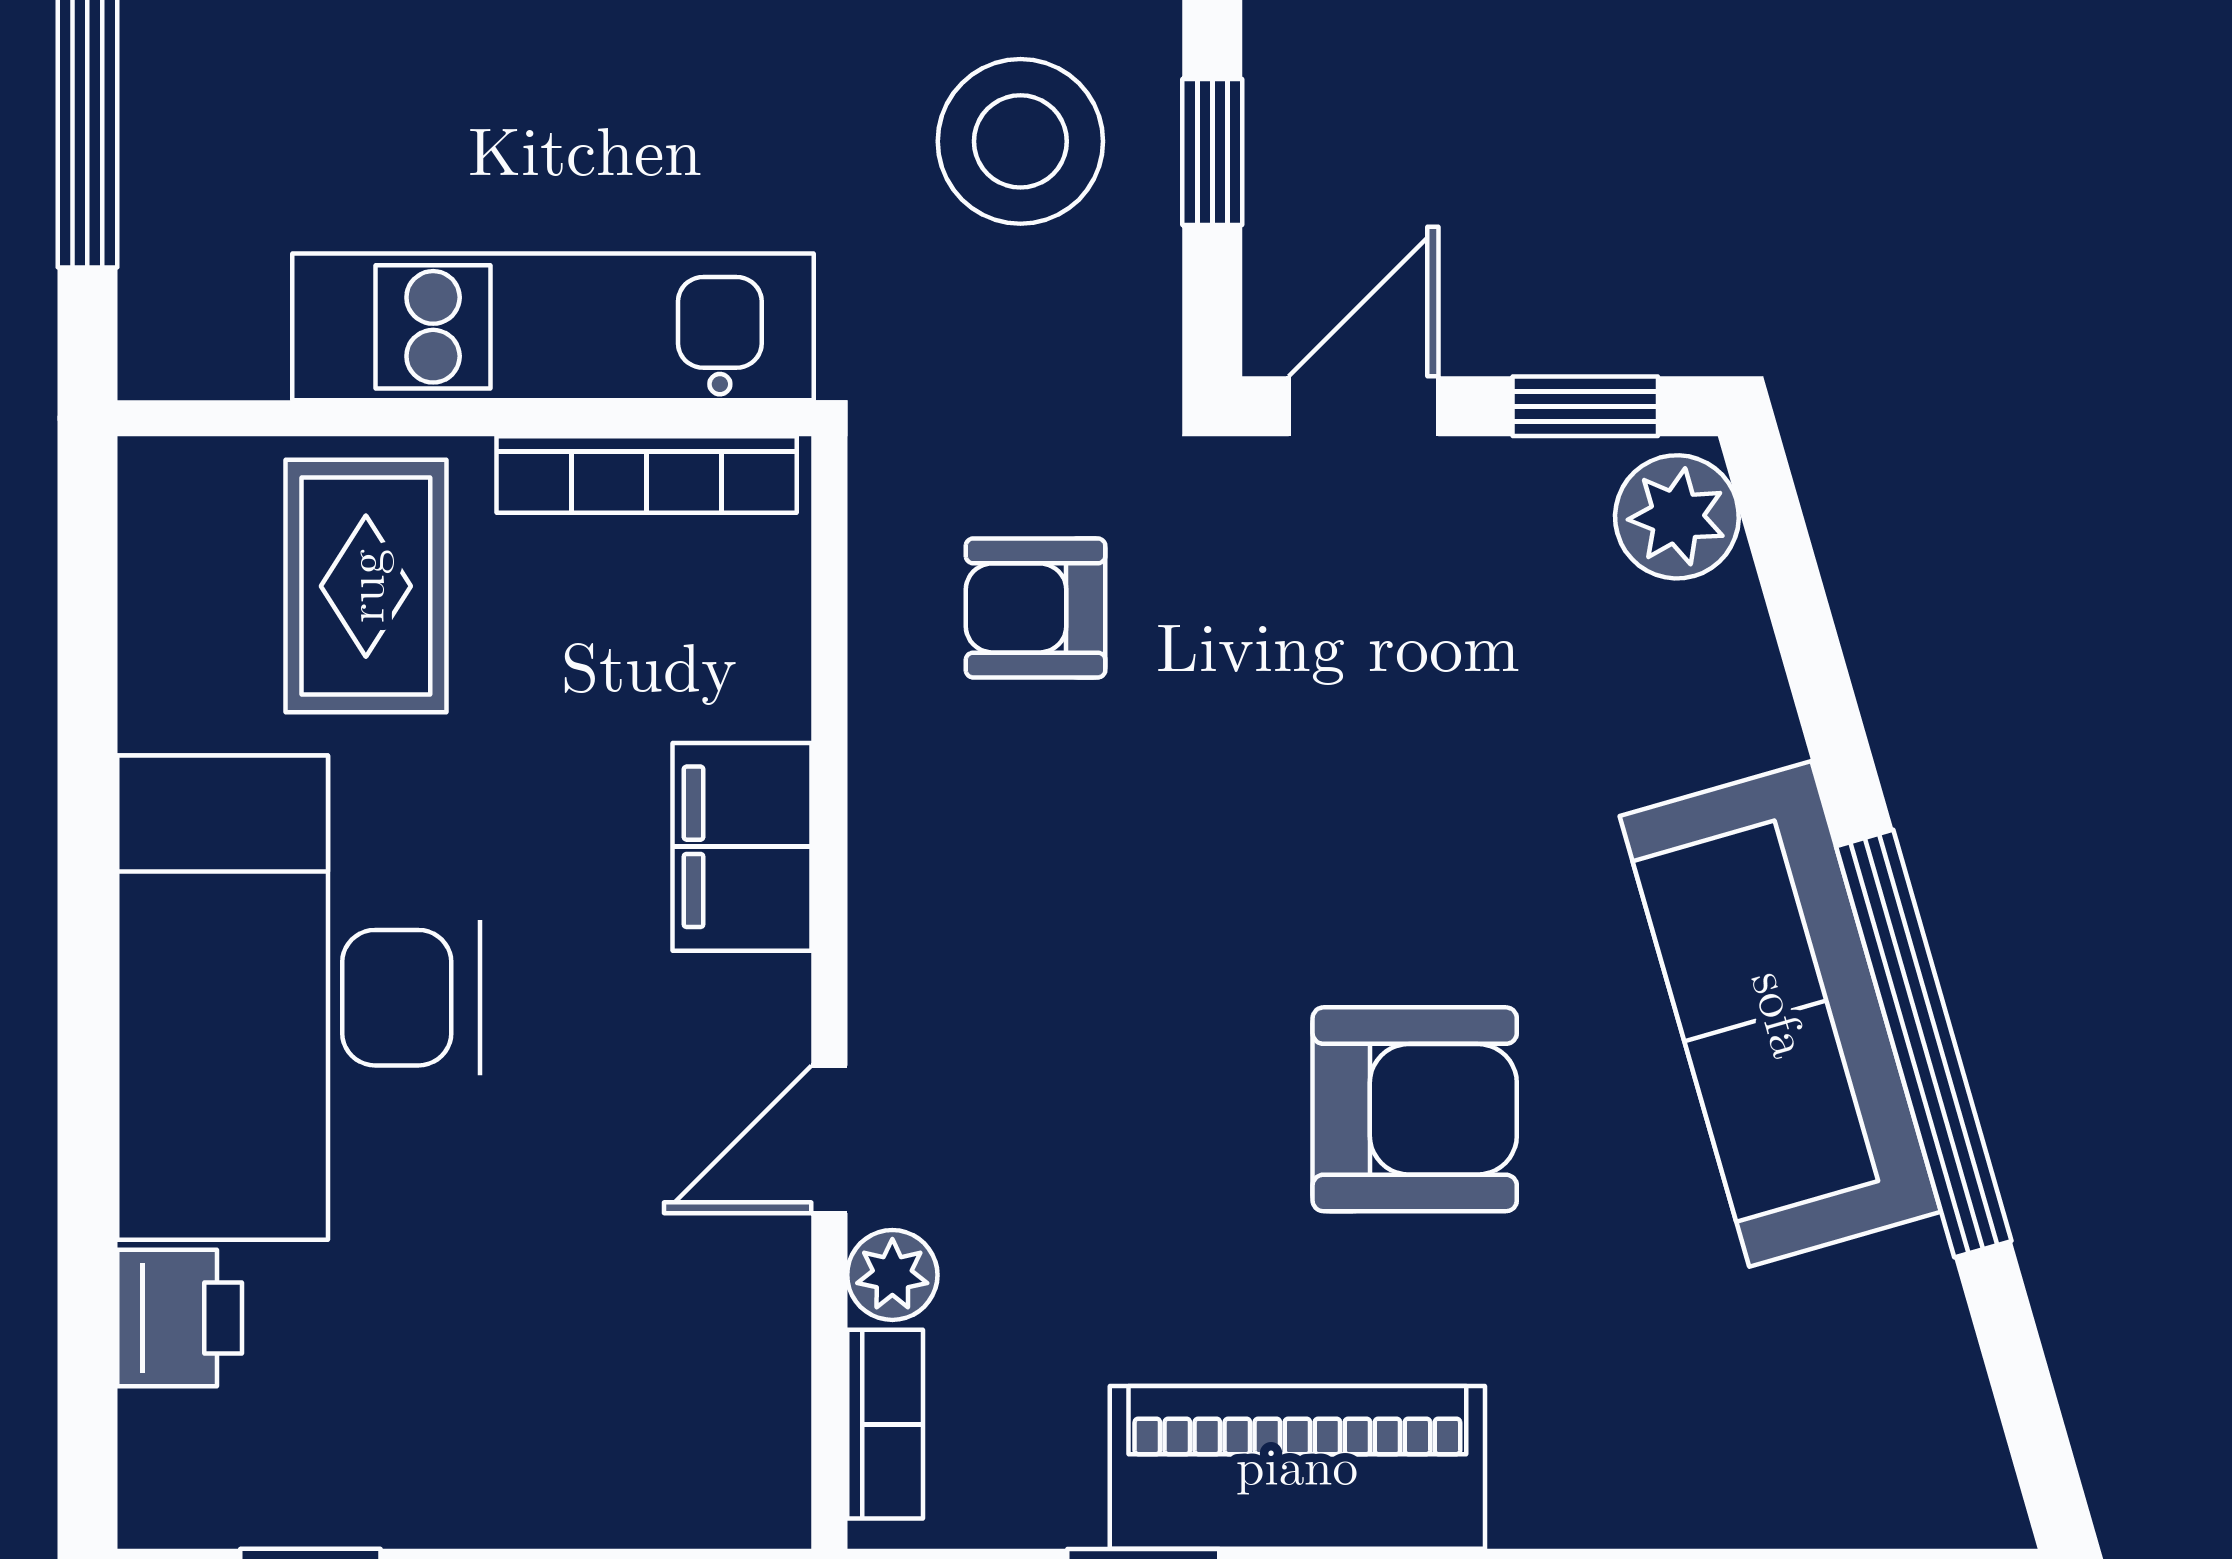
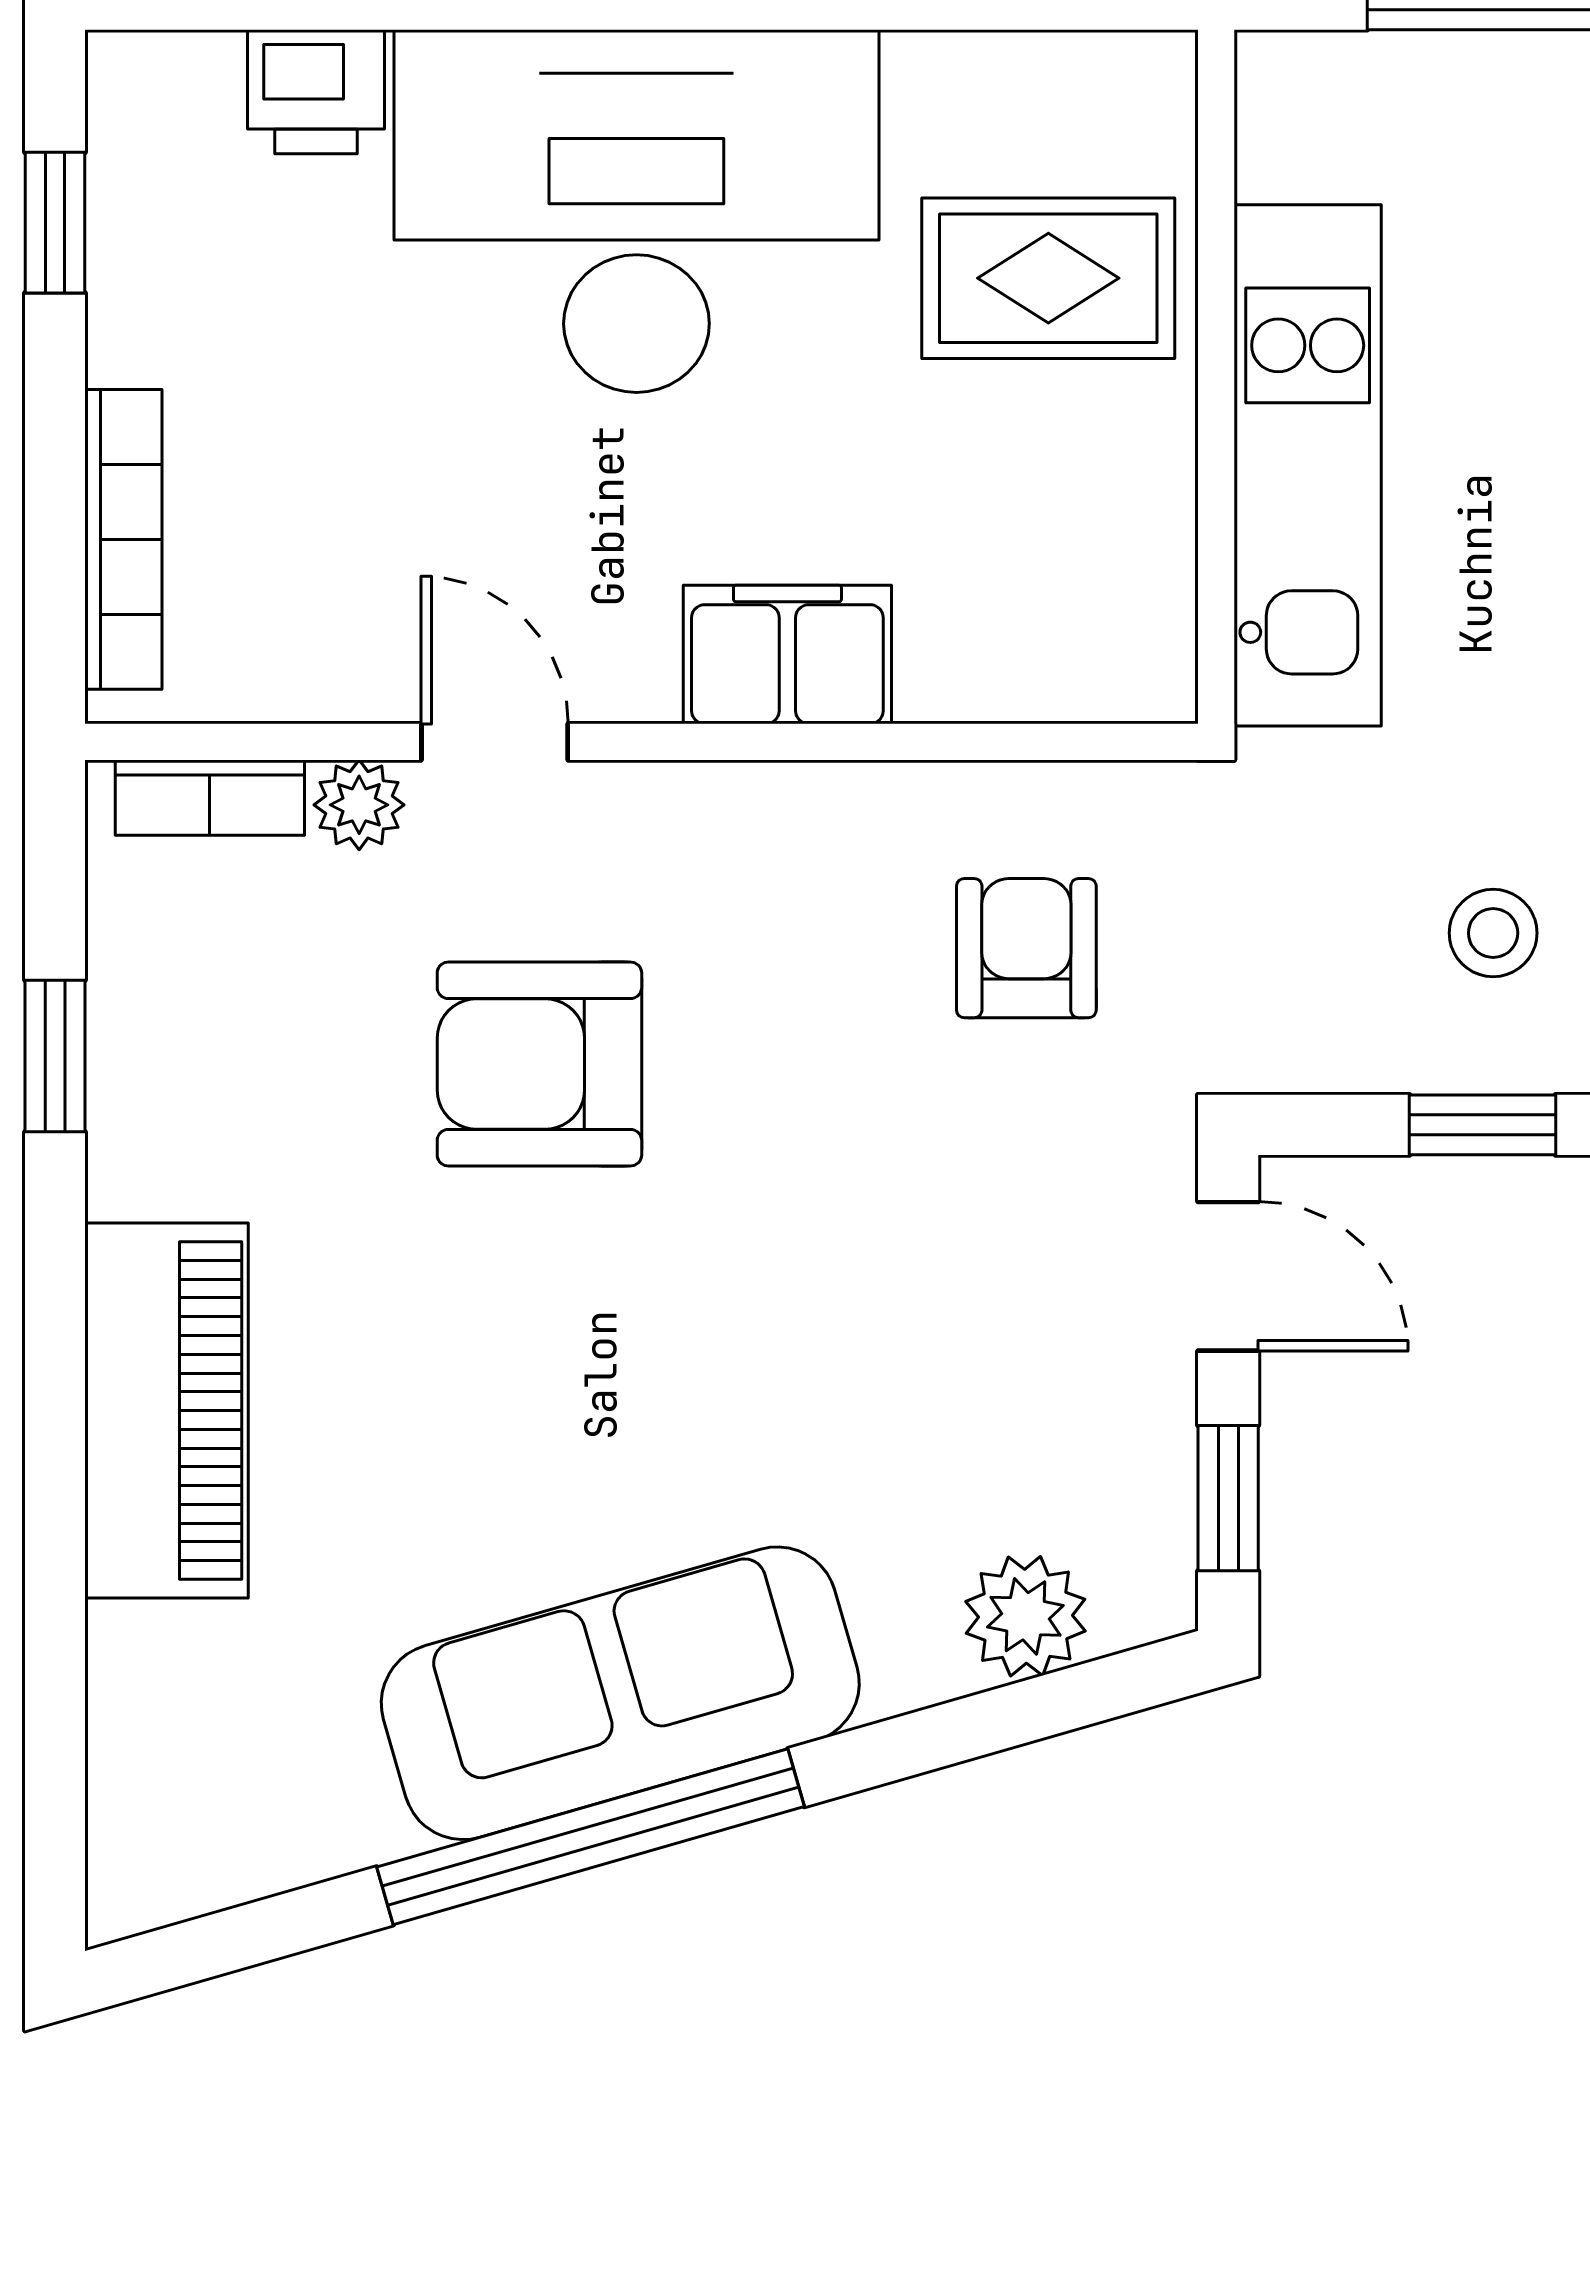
stool: (1020, 141) -> (1493, 933), width x0.53, depth x0.53
bookcase: (647, 475) -> (123, 539), moved, turned 180
plant: (1677, 517) -> (1025, 1616), moved
armchair: (1415, 1109) -> (539, 1064), moved, turned 90
piano: (1297, 1467) -> (166, 1411), moved

